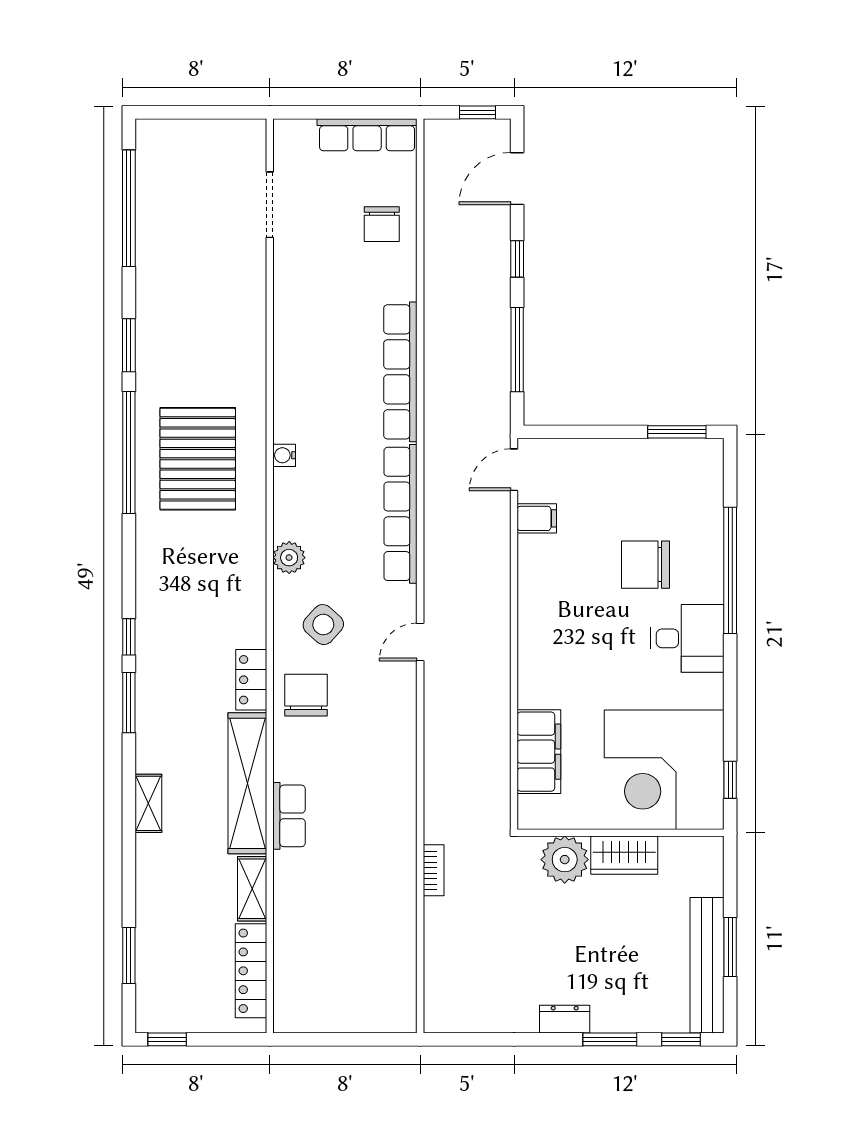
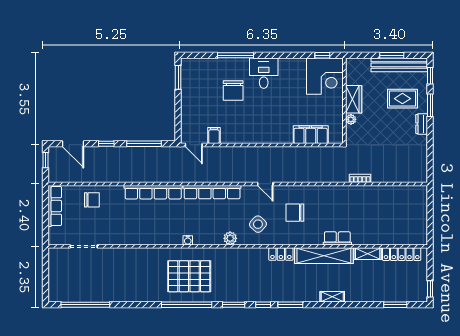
window: (129, 345) -> (234, 305), moved
window: (730, 570) -> (235, 55), width x0.68
chair: (306, 695) -> (295, 213), moved
corner desk: (664, 770) -> (325, 76), width x0.74, depth x0.74
plant: (565, 860) -> (351, 119), width x0.53, depth x0.53
rug: (626, 973) -> (402, 99), added

